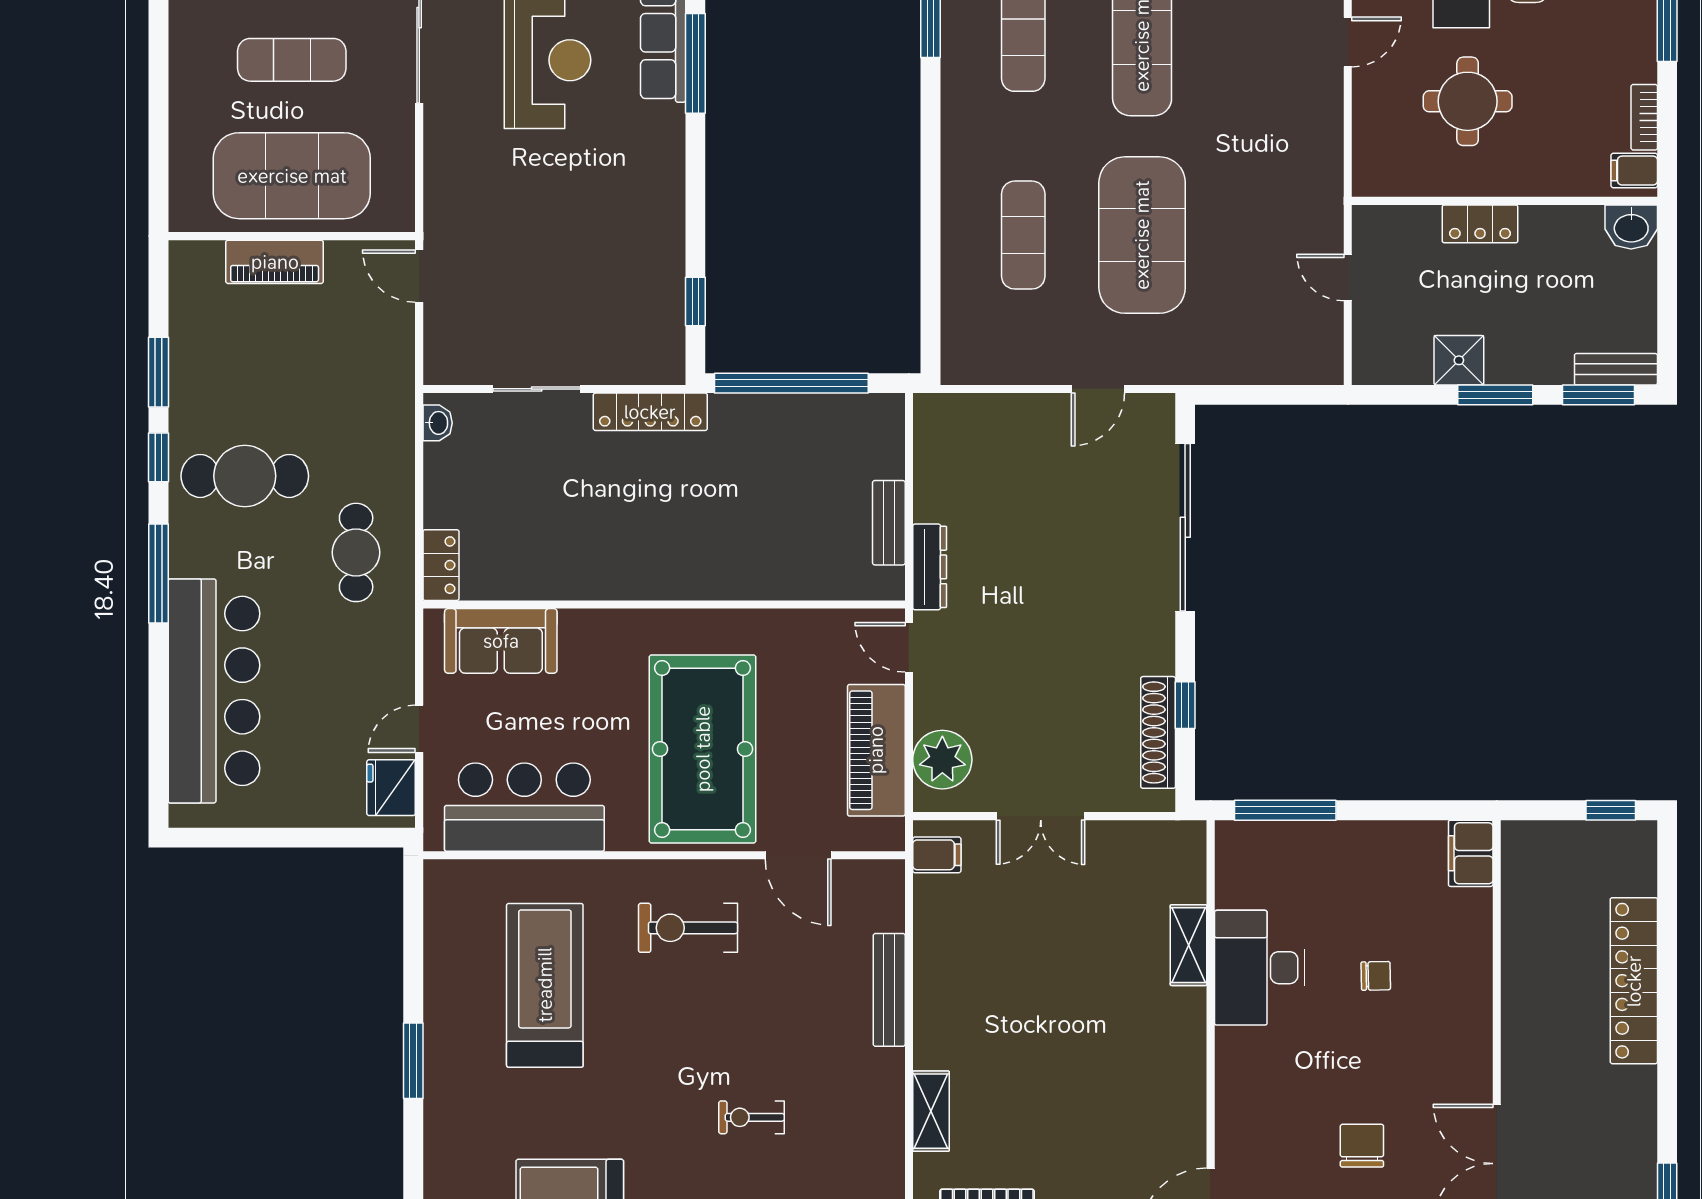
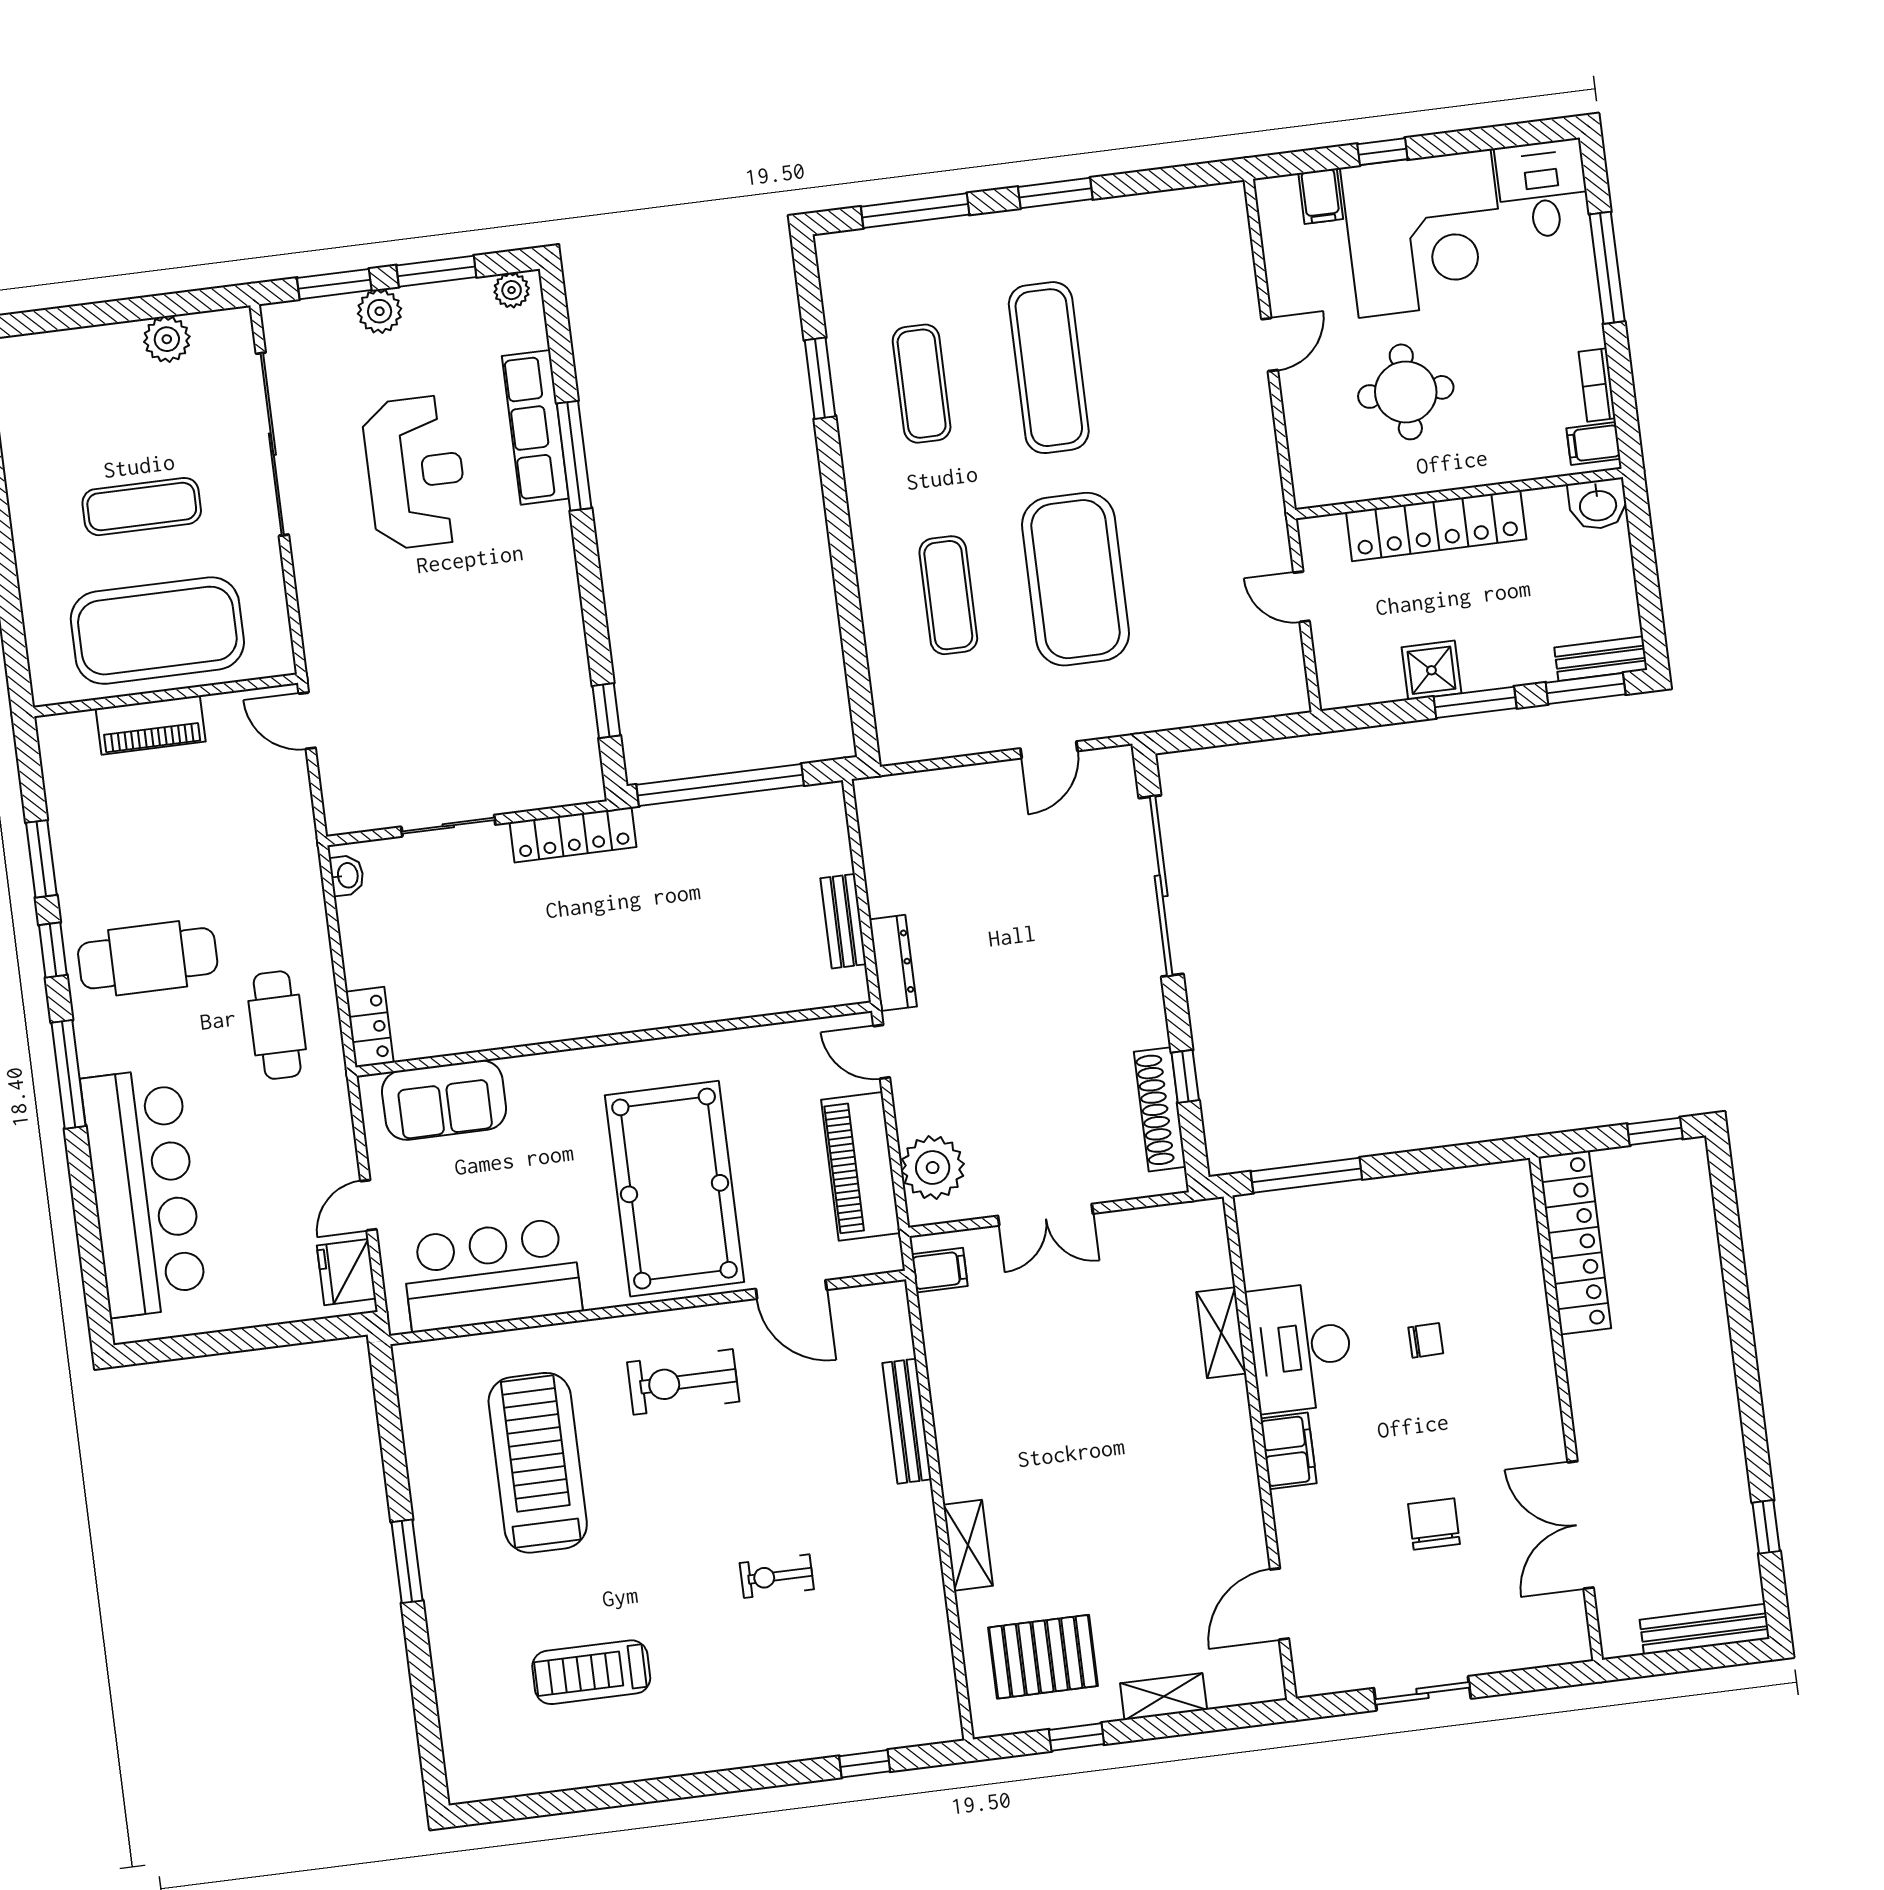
locker: (1480, 224) -> (1436, 526), width x2.16, depth x1.21
filing cabinet: (1471, 853) -> (1289, 1451), moved, turned 180
locker: (1634, 981) -> (1575, 1242), moved, turned 180

